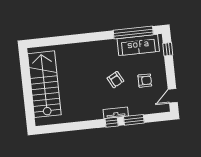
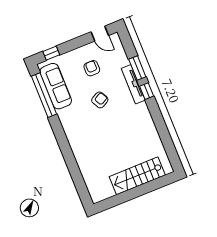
stairs: (44, 84) -> (137, 176), width x0.73, depth x0.66
tv unit: (116, 113) -> (133, 84), width x1.41

